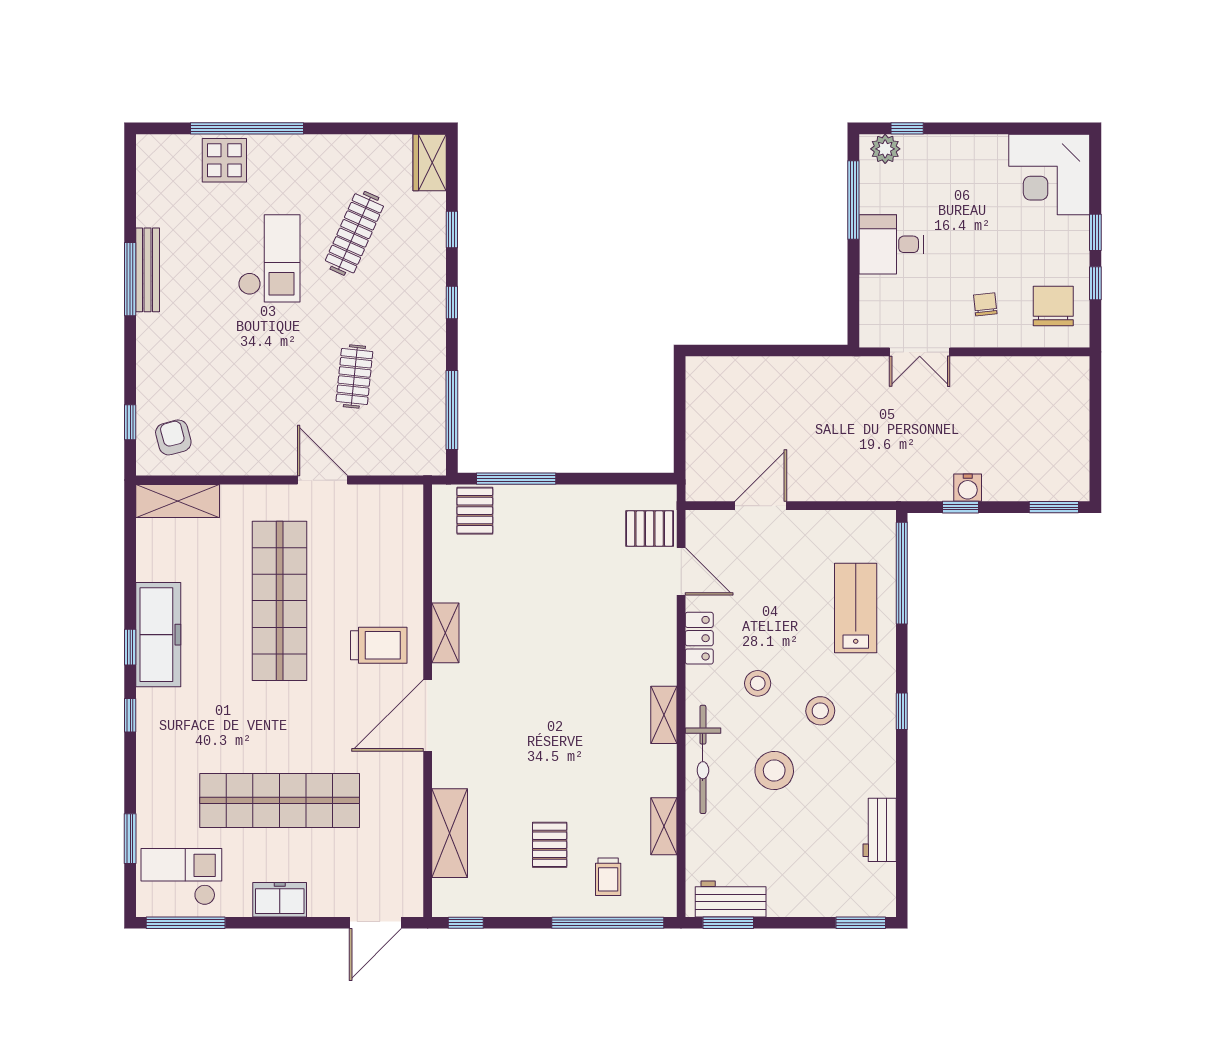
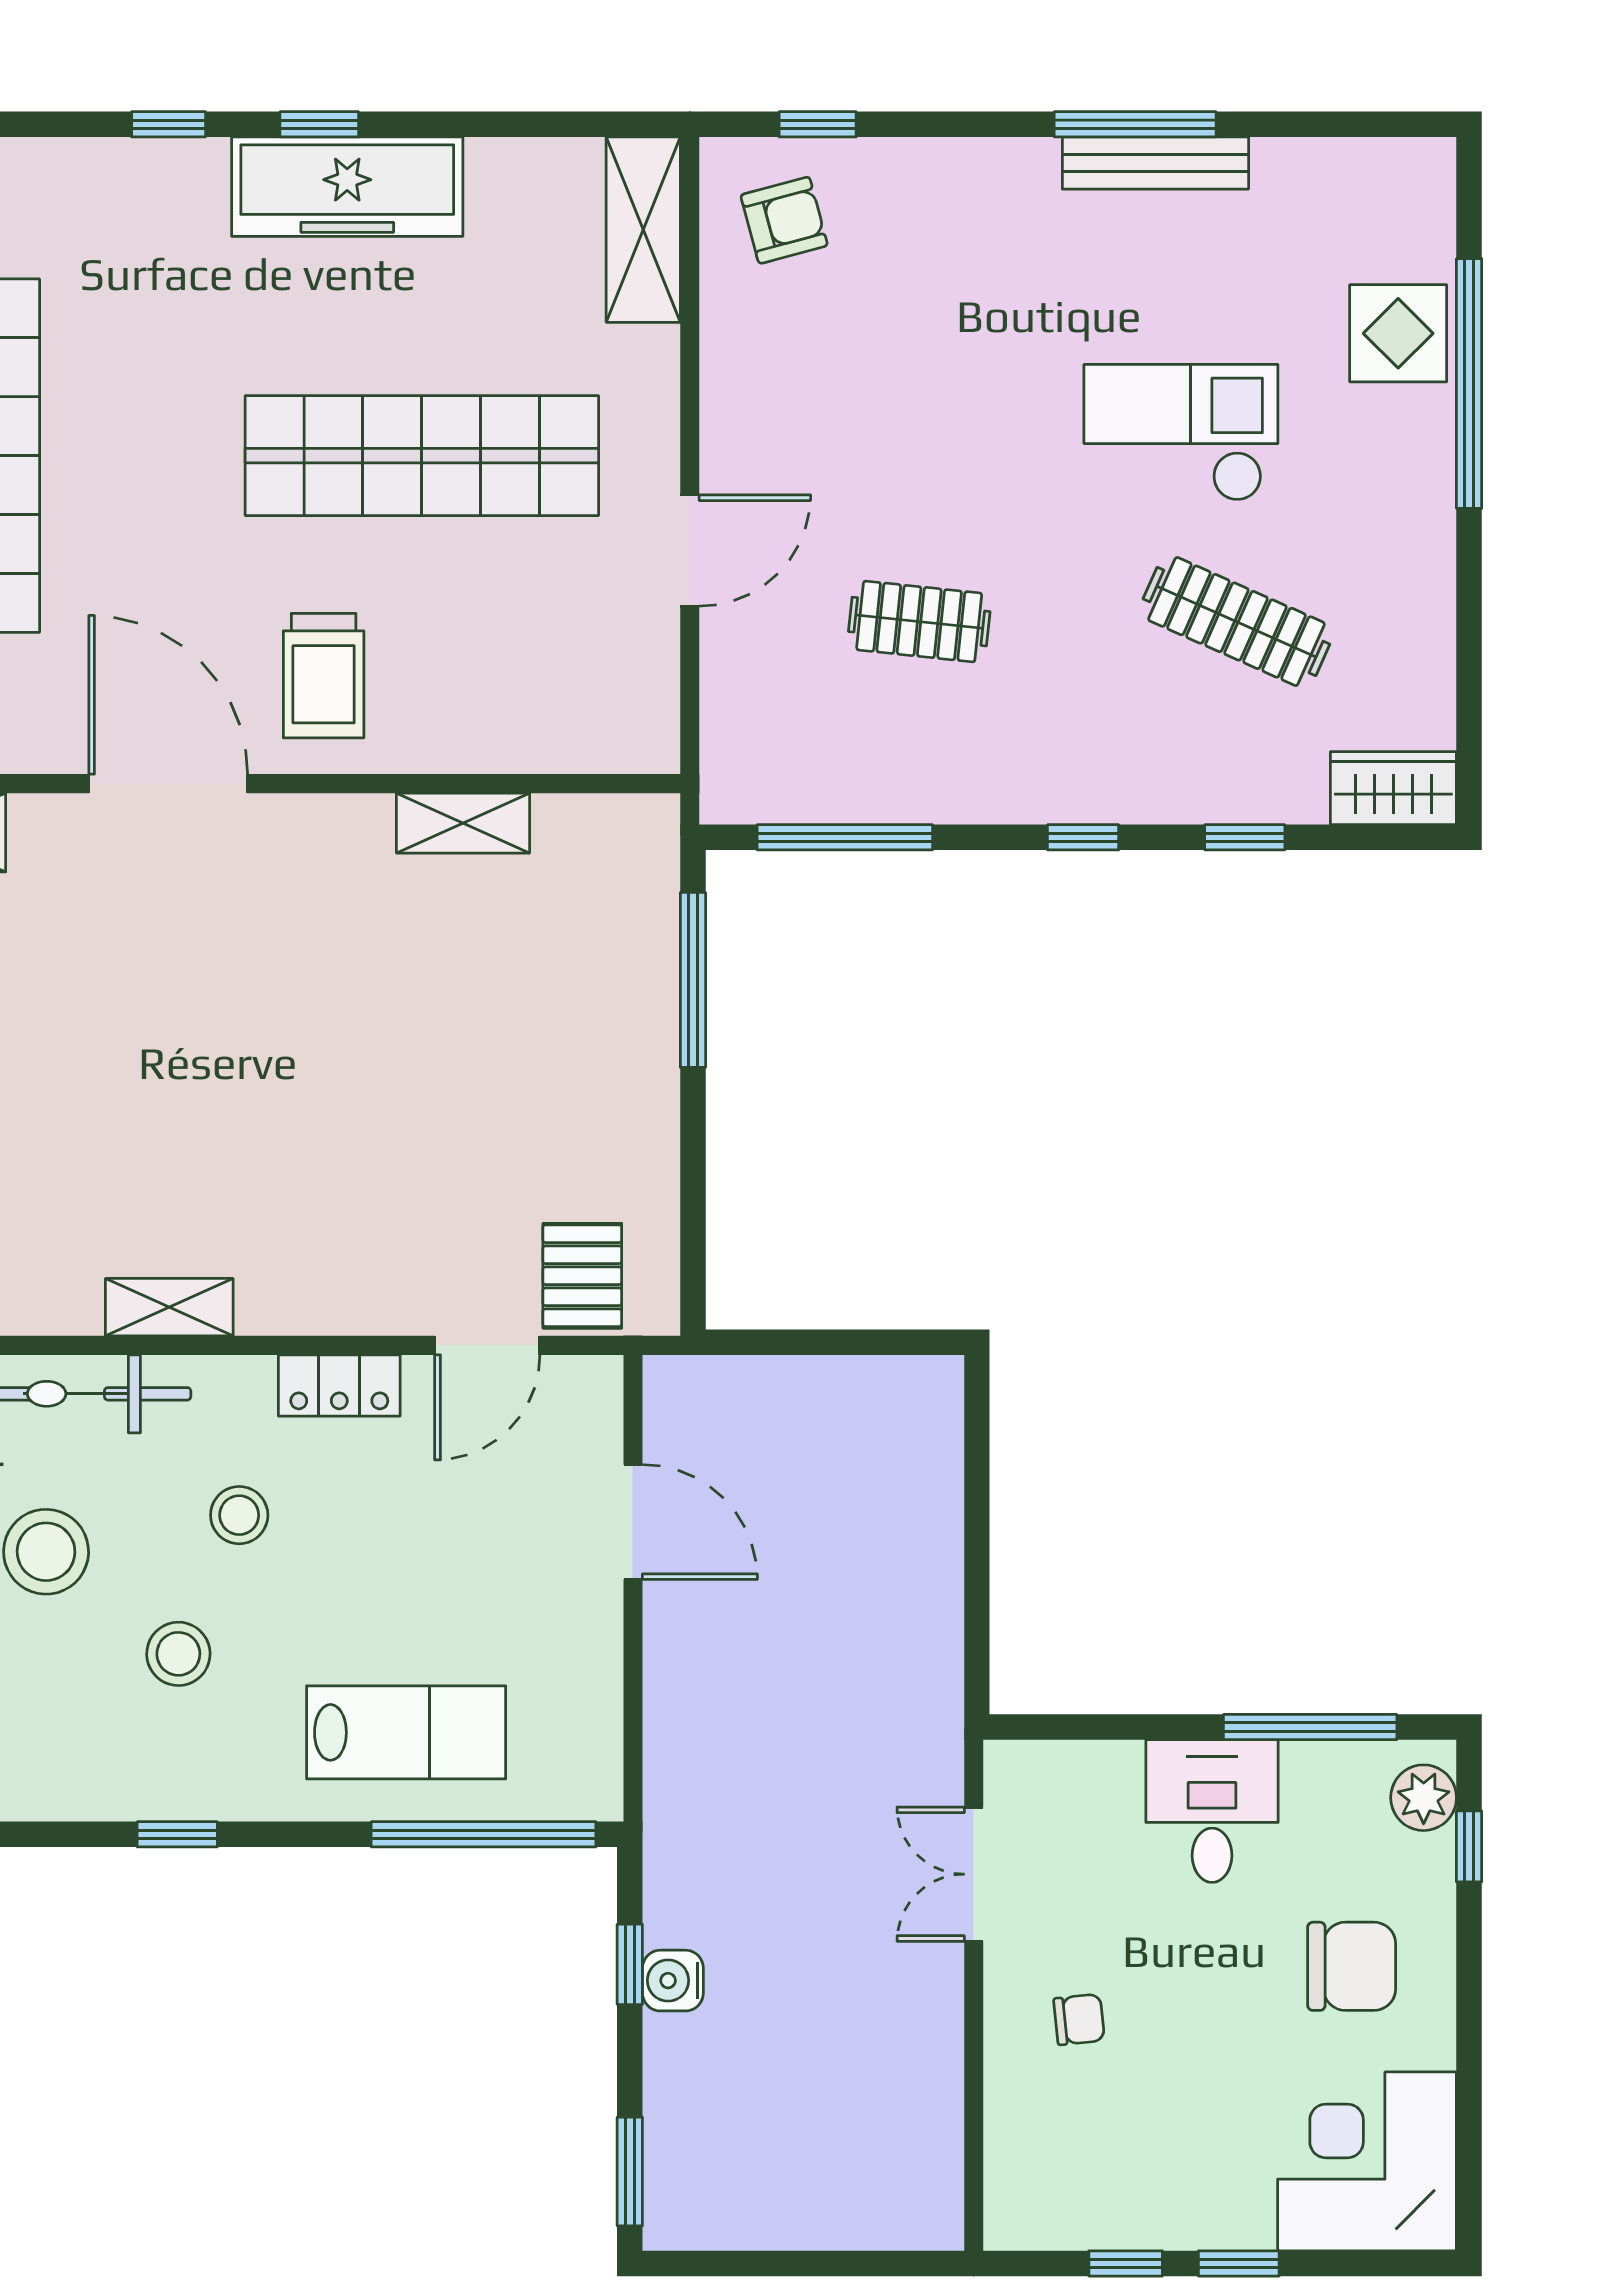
checkout: (269, 258) -> (1181, 433), turned 180
chair: (1053, 306) -> (1352, 1966), moved
pallet: (475, 511) -> (622, 888), removed
shelving: (445, 633) -> (463, 823), moved

